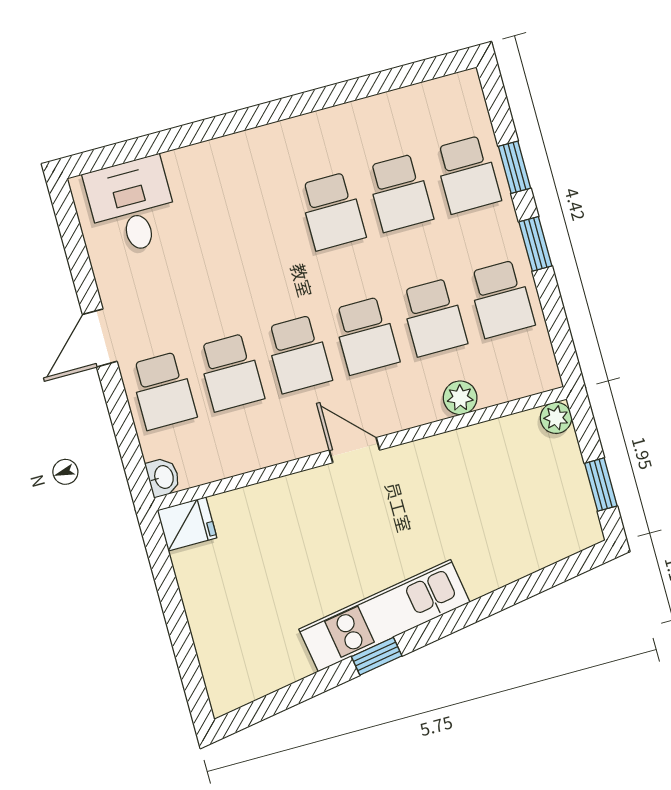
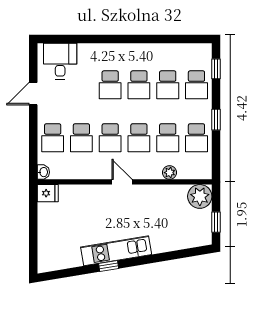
window: (515, 167) -> (216, 69), moved
school desk: (265, 230) -> (110, 85), added
door: (100, 338) -> (33, 94), moved
plant: (556, 418) -> (200, 196), width x1.88, depth x1.88

